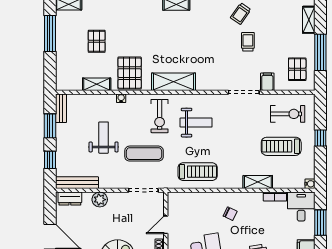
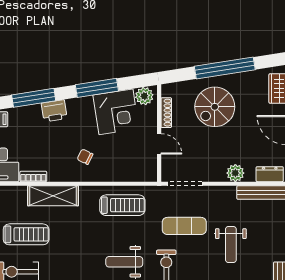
treadmill: (198, 172) -> (122, 205), turned 180
shelving: (258, 182) -> (53, 196), width x1.50, depth x1.33
door: (166, 225) -> (159, 144), hinge flipped

